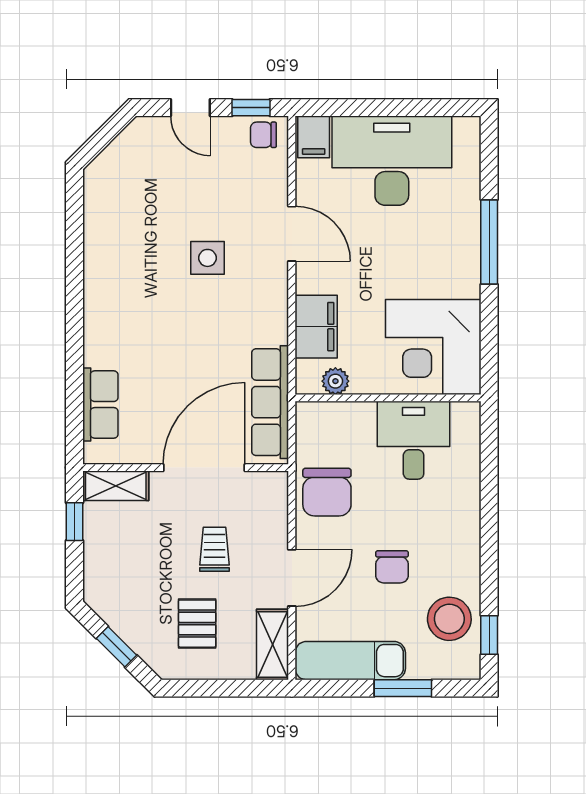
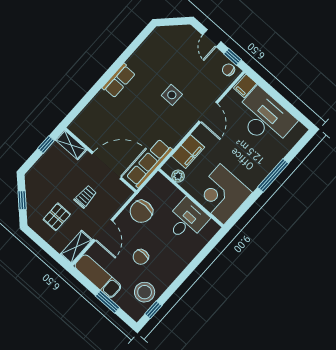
row of seats: (100, 405) -> (119, 81), moved
door: (292, 578) -> (103, 230), hinge flipped

